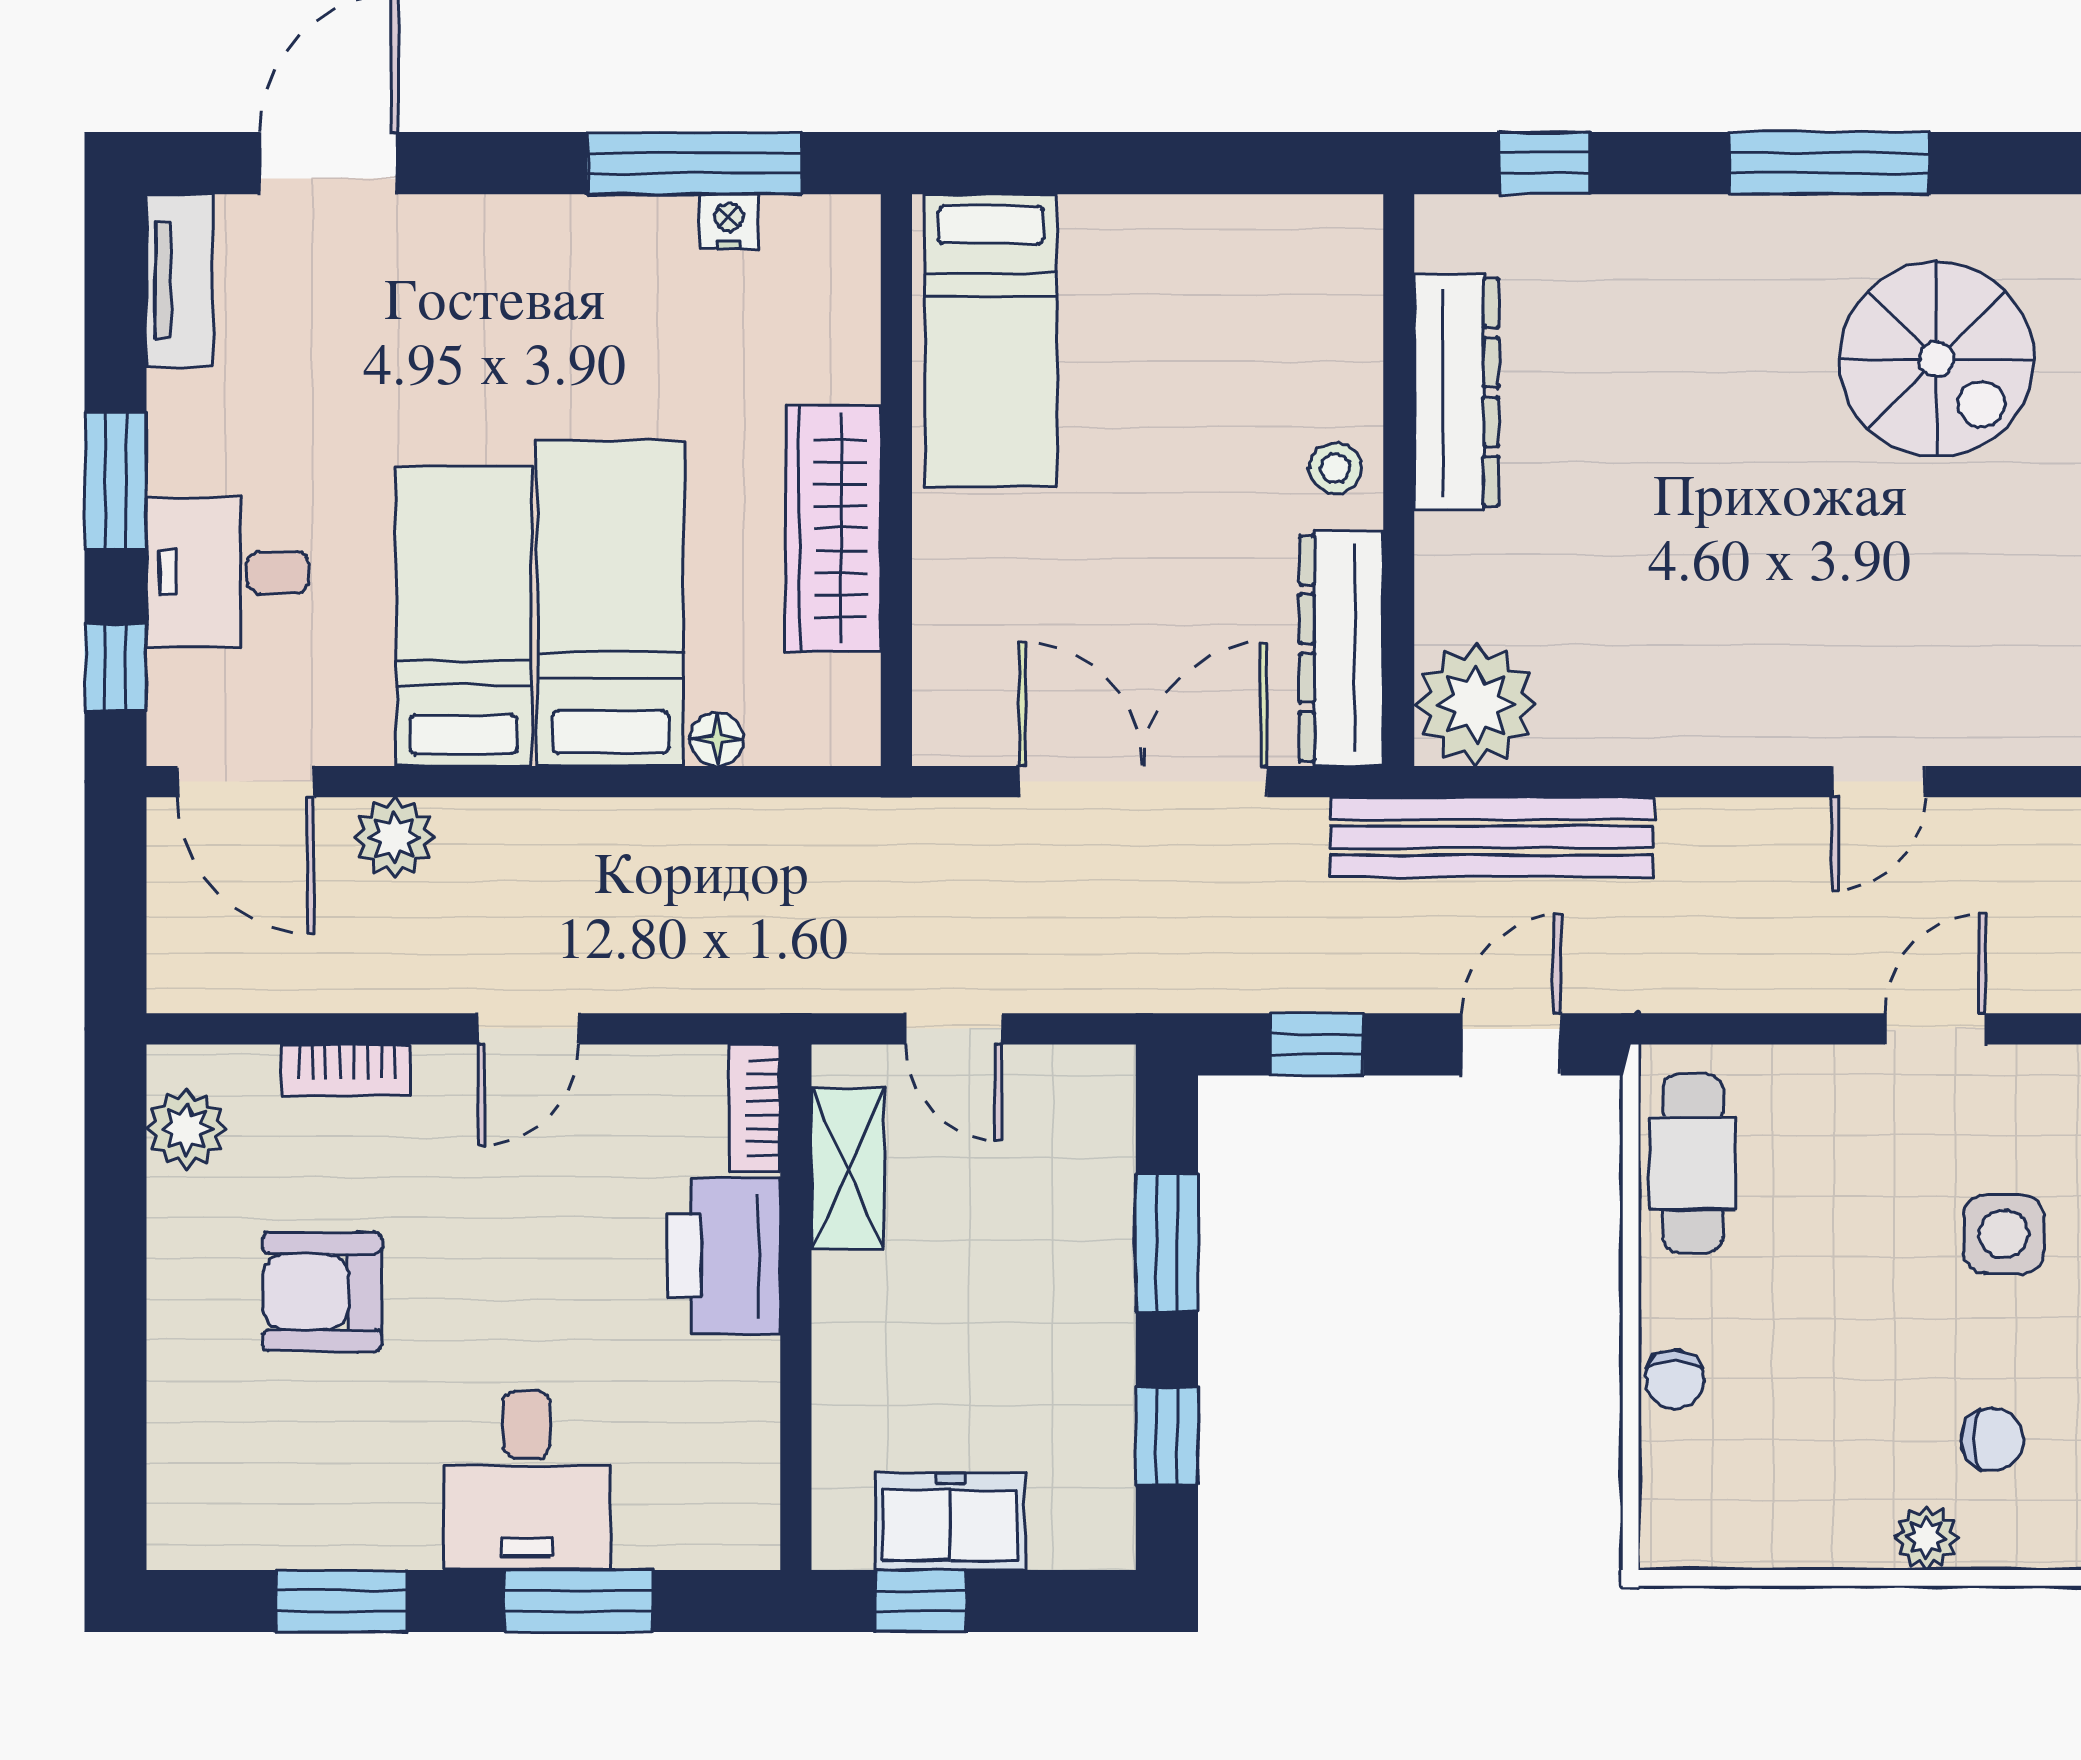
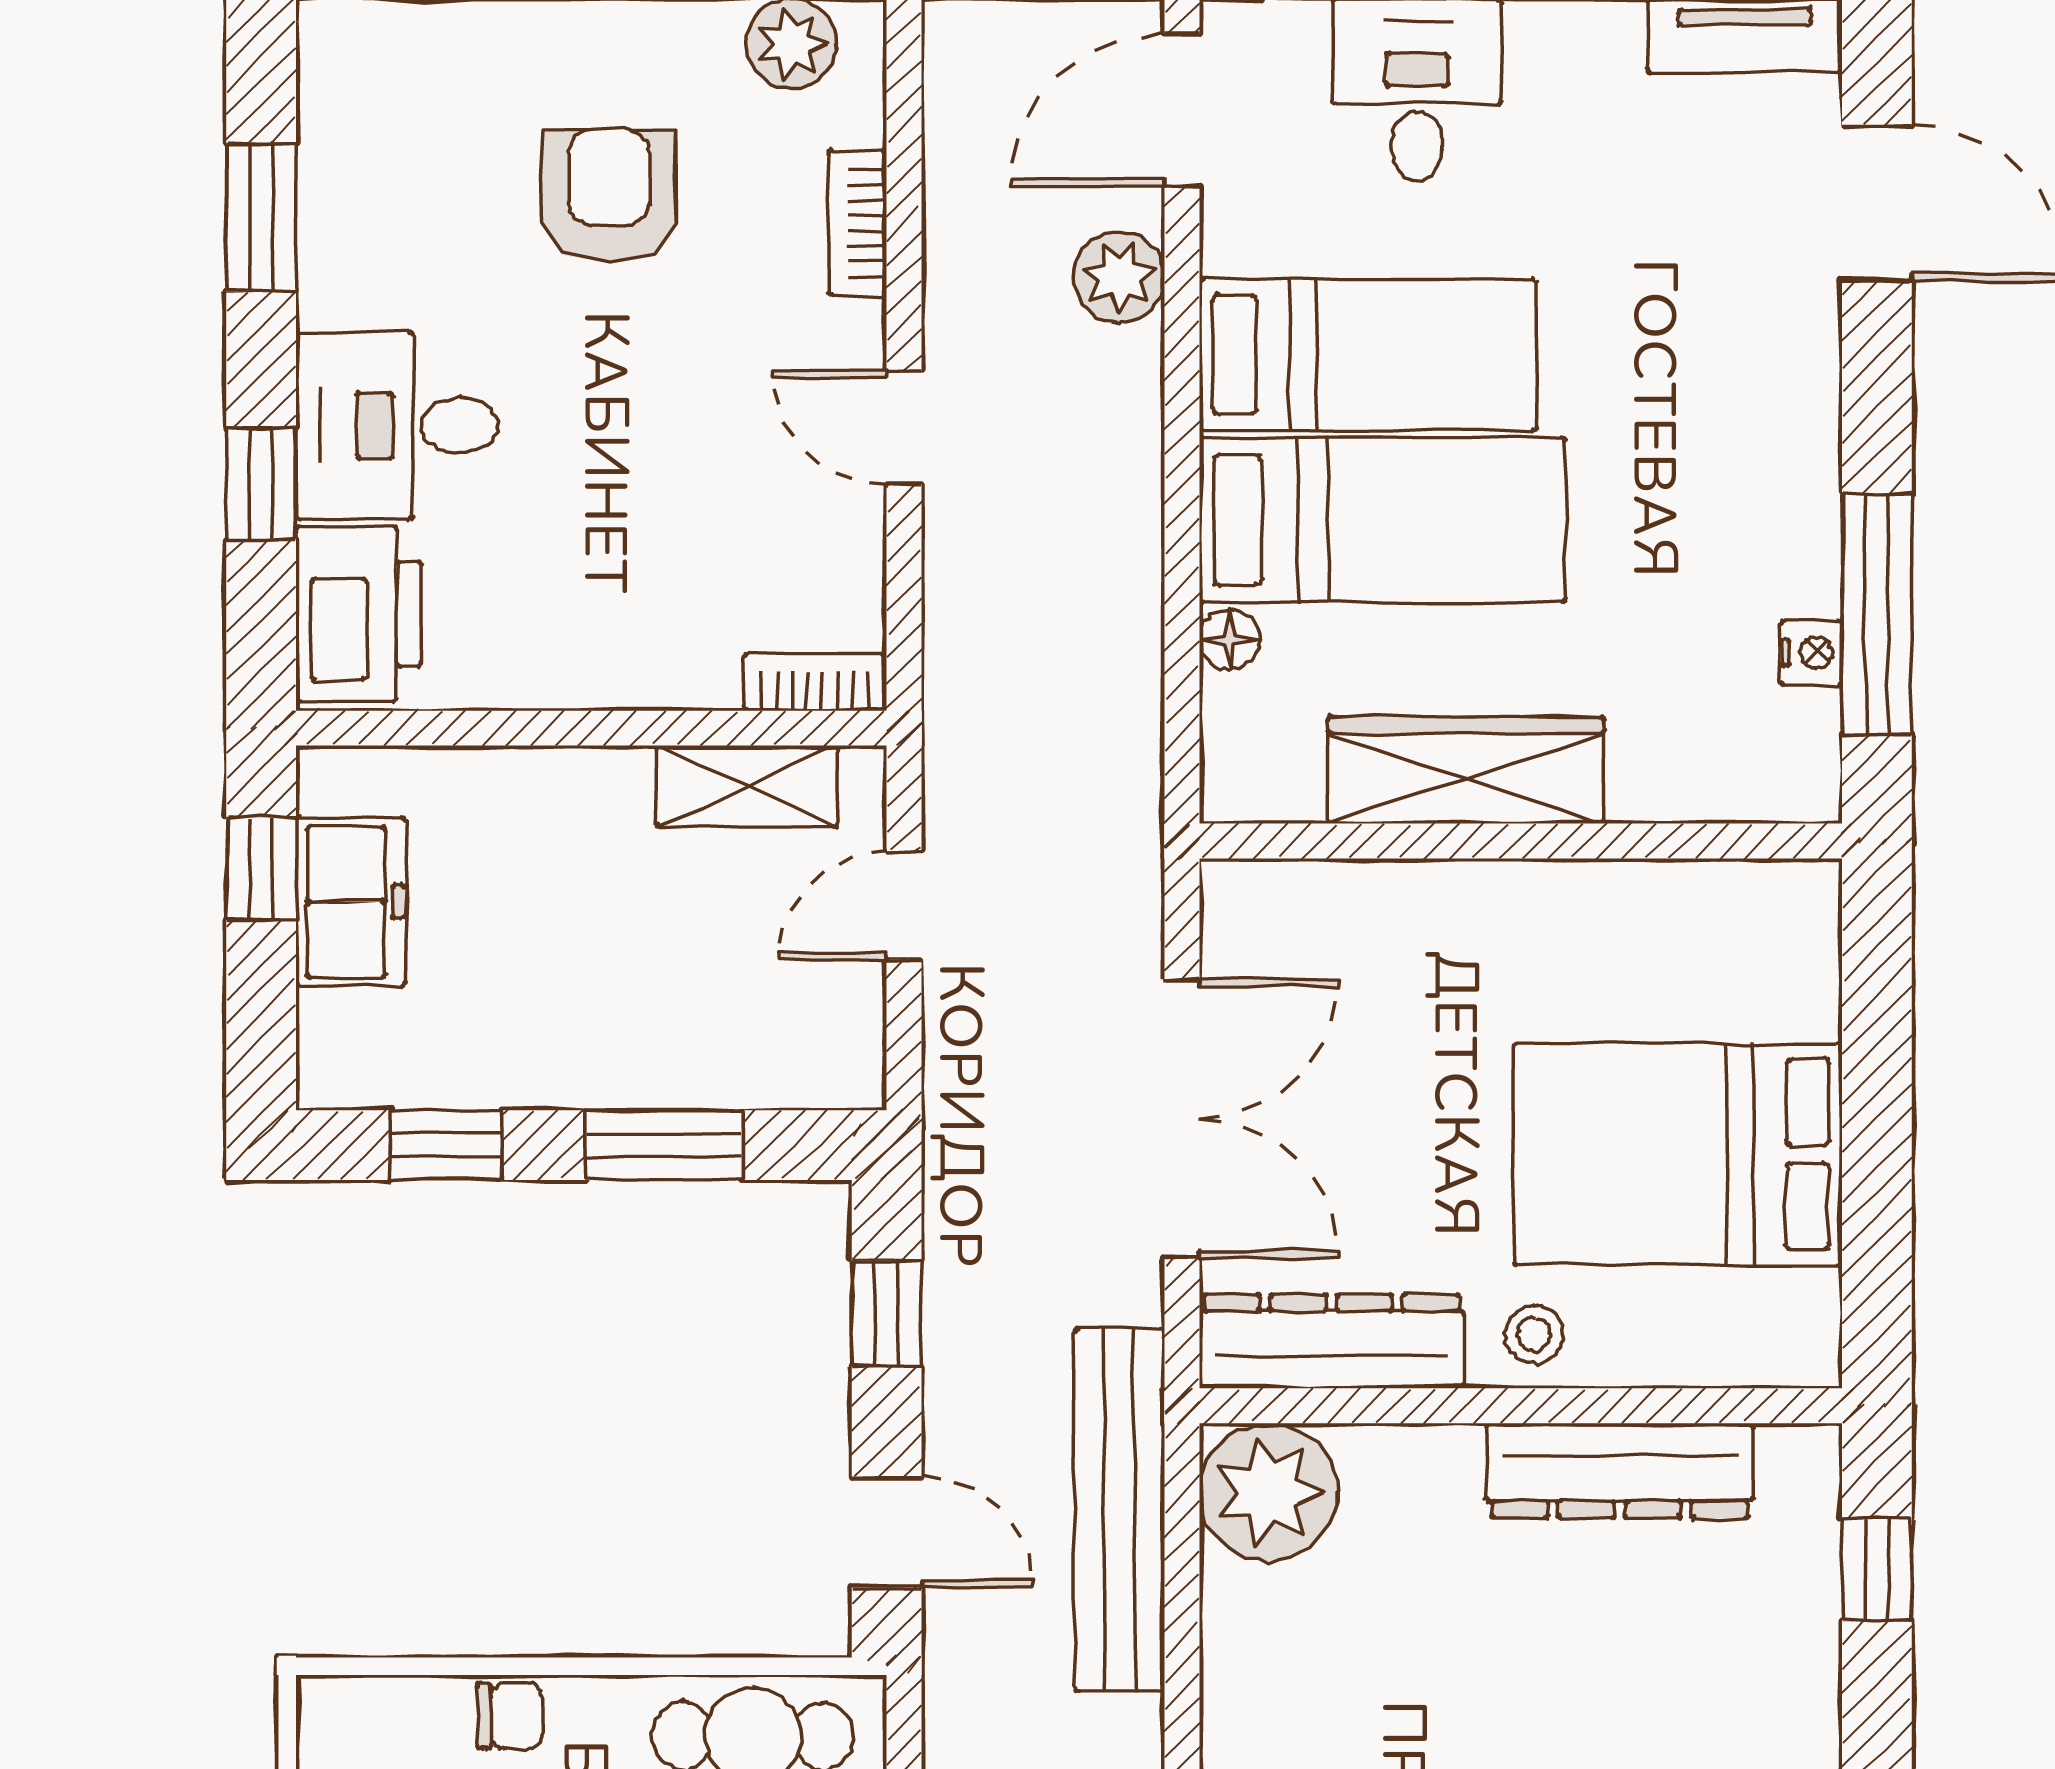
bed: (991, 340) -> (1678, 1154), moved, width x1.50
printer: (724, 1256) -> (359, 614), moved, turned 90
chair: (1675, 1379) -> (510, 1716), turned 180
window: (579, 1601) -> (261, 484), width x0.67

